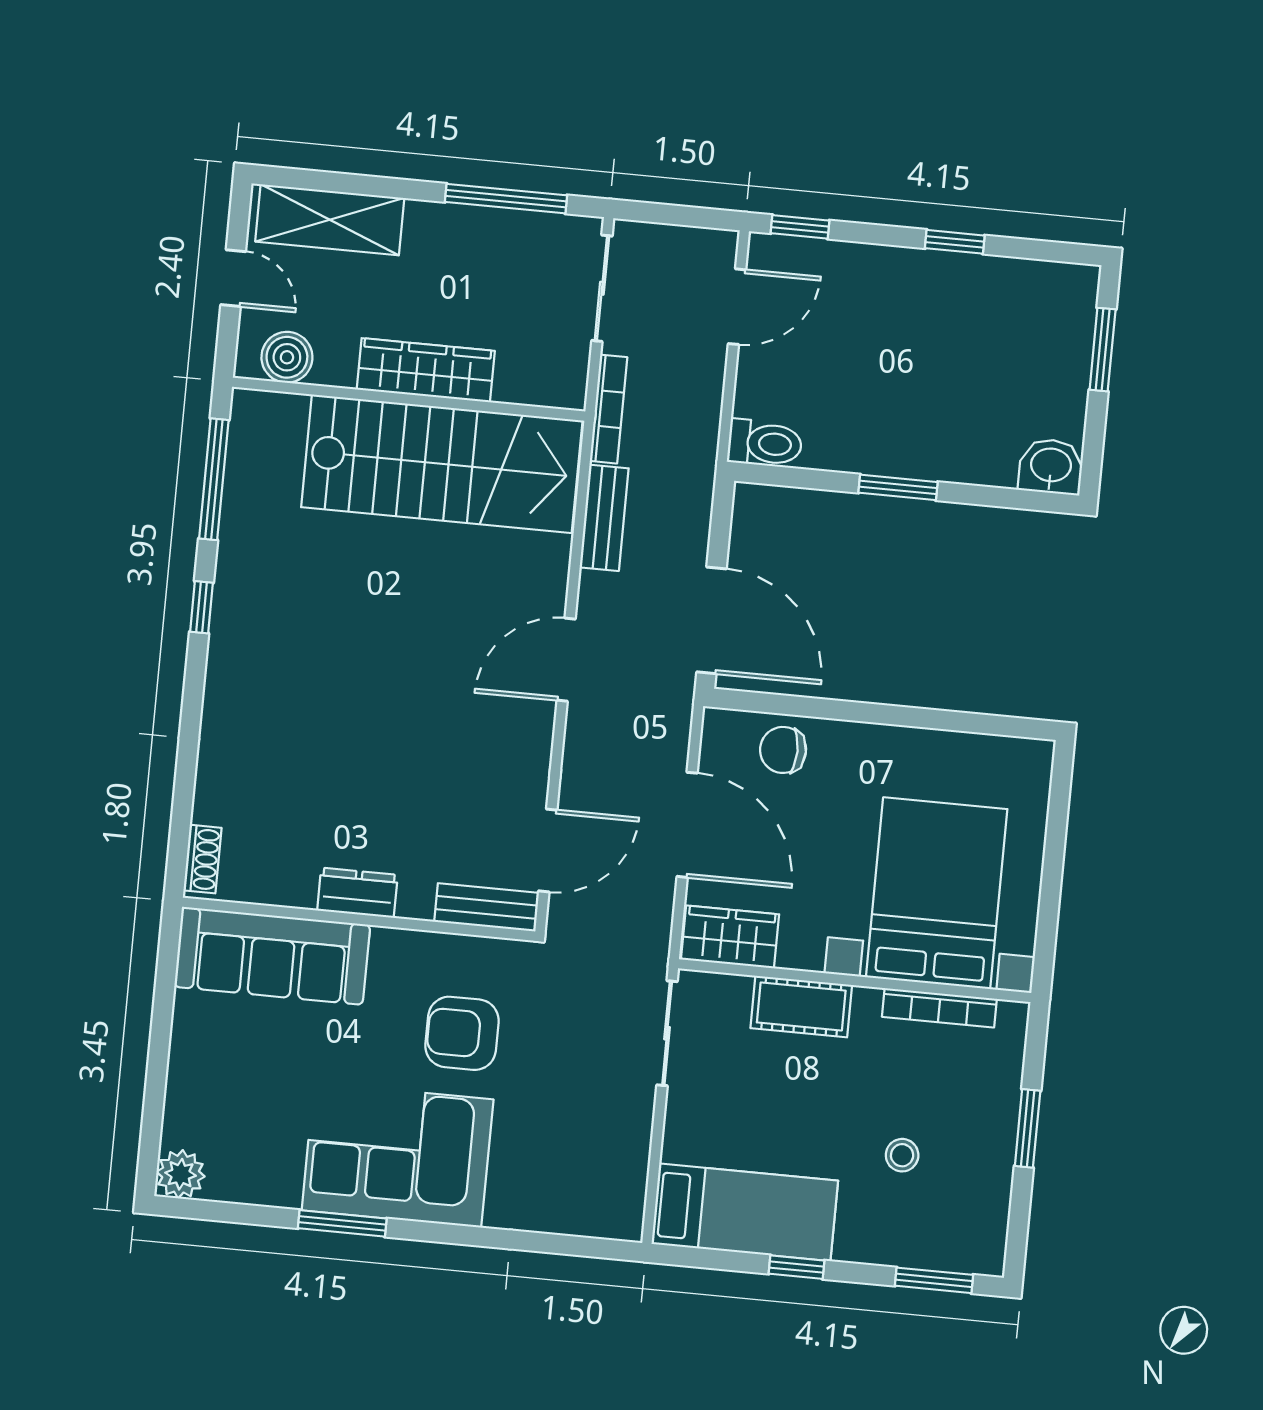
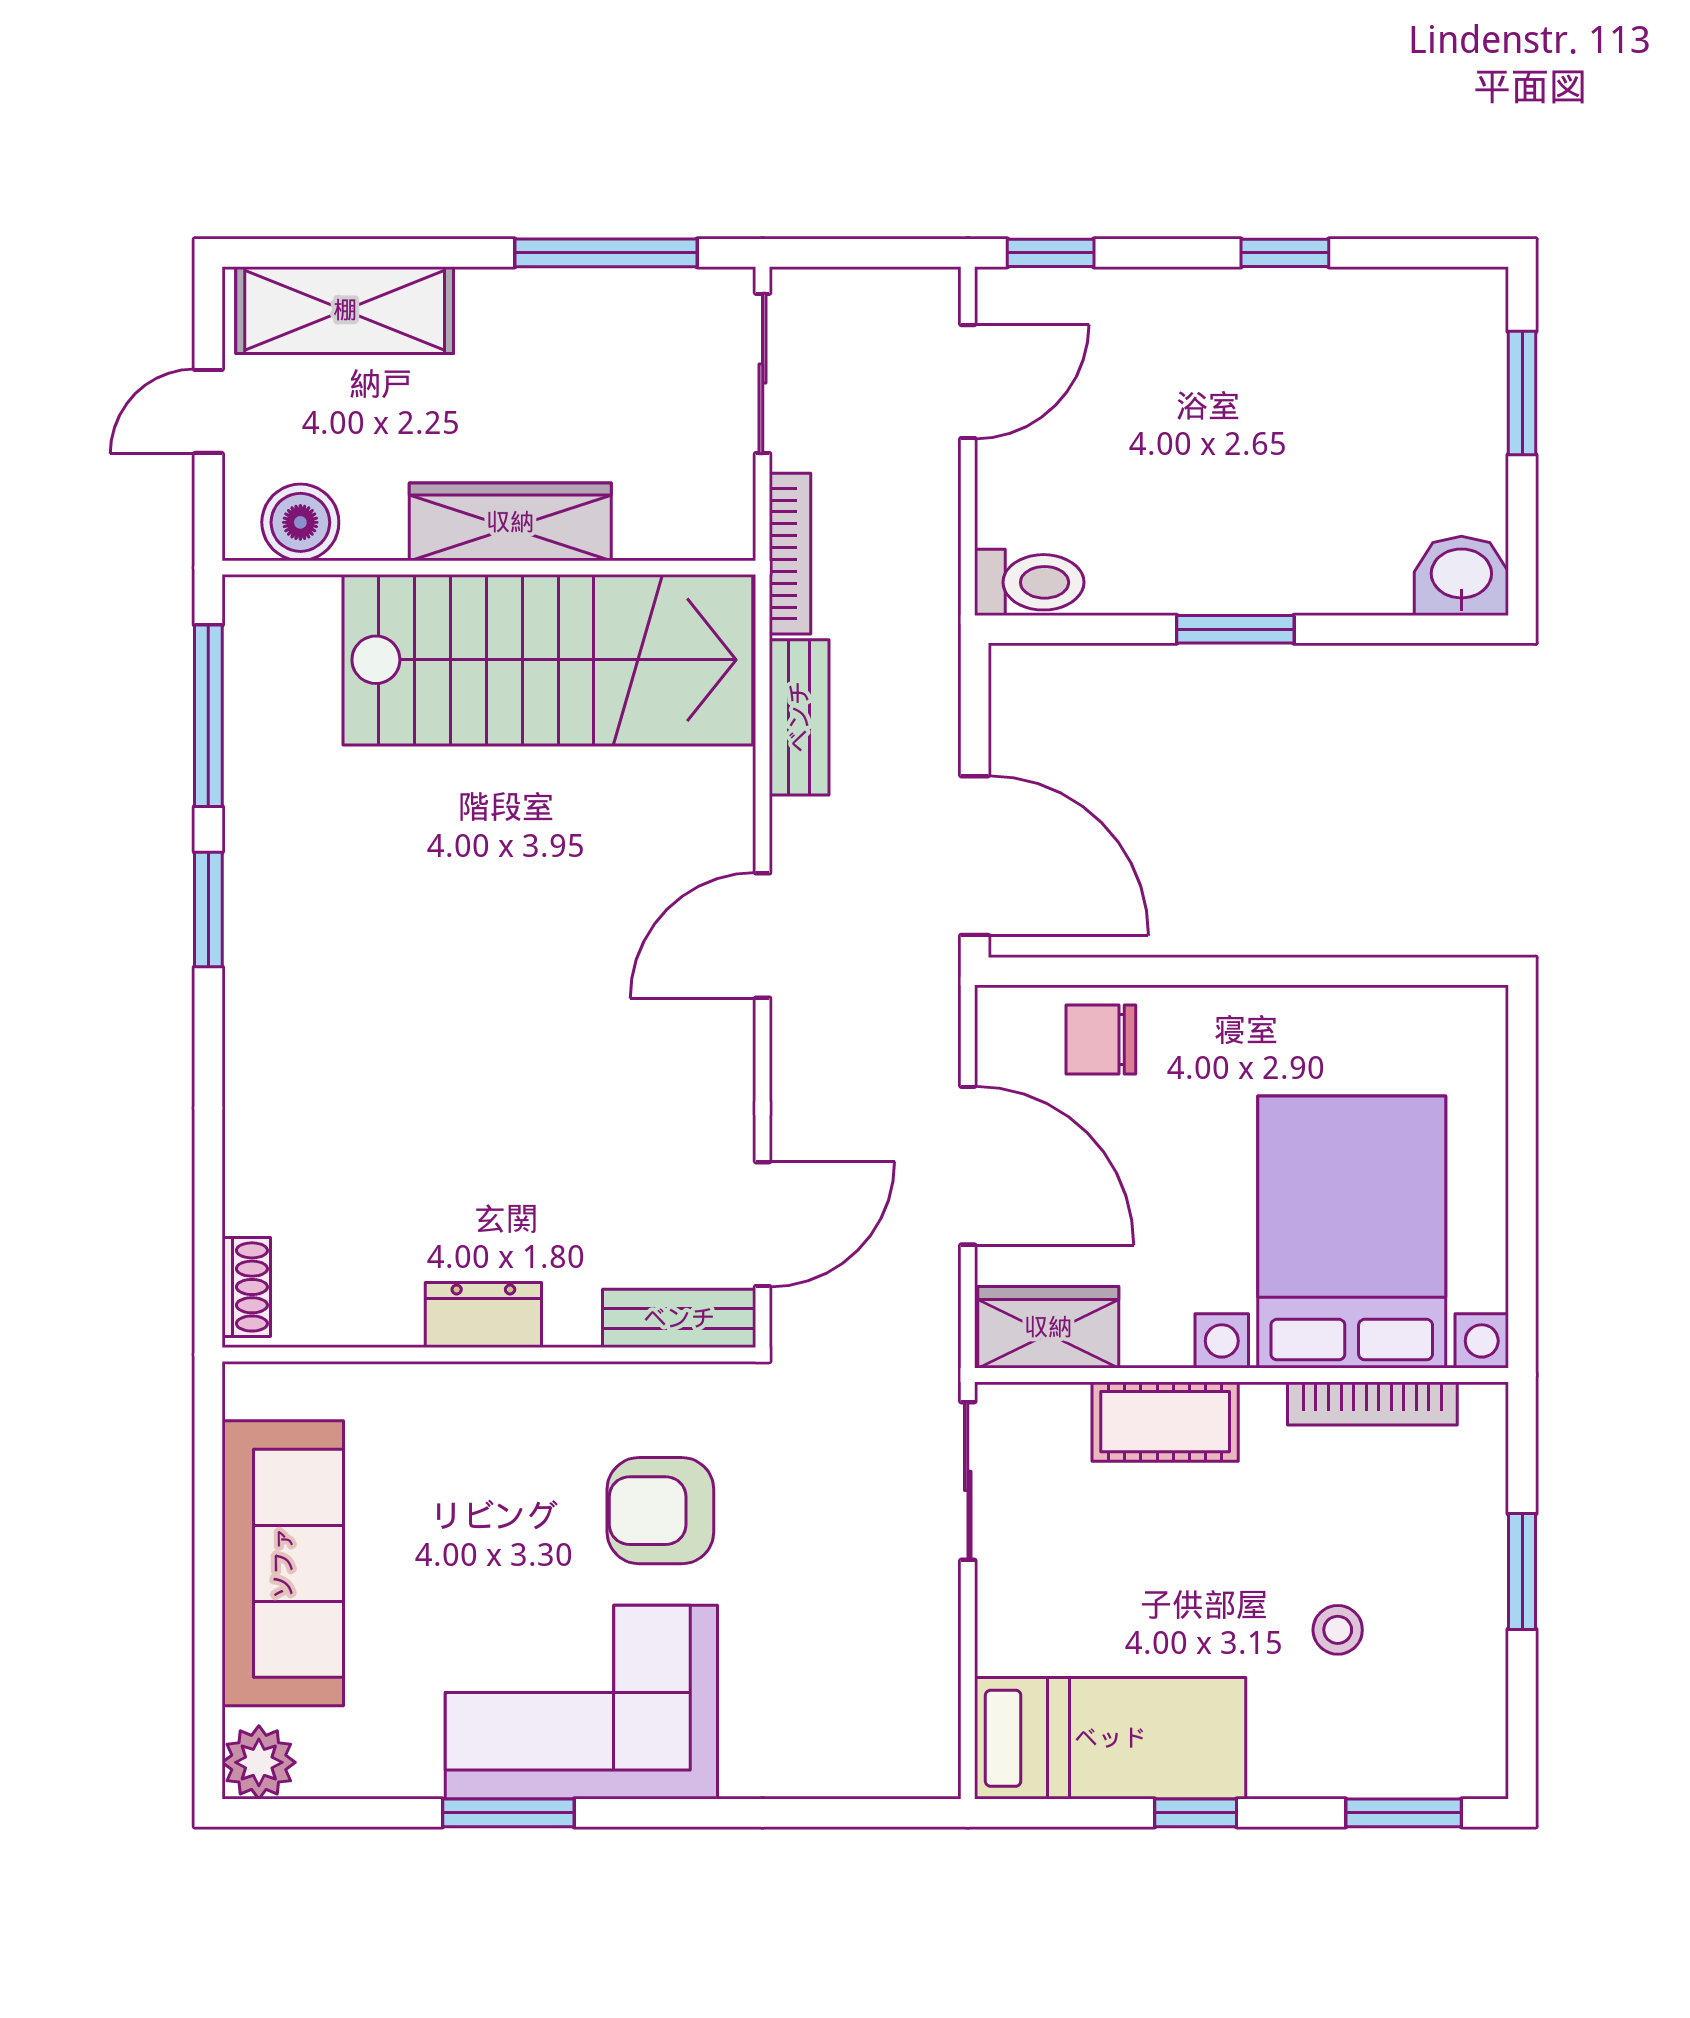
door: (233, 278) -> (208, 411), swing flipped
window: (202, 607) -> (208, 909), width x1.50
sofa: (272, 956) -> (283, 1563), moved, turned -90

